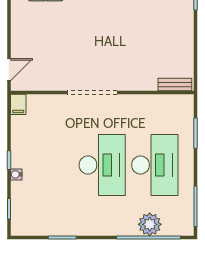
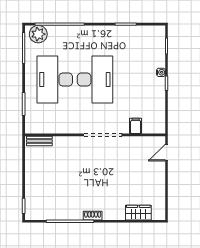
filing cabinet: (18, 104) -> (136, 126), moved
desk: (102, 165) -> (95, 80), turned 180
plant: (150, 224) -> (38, 34), moved

